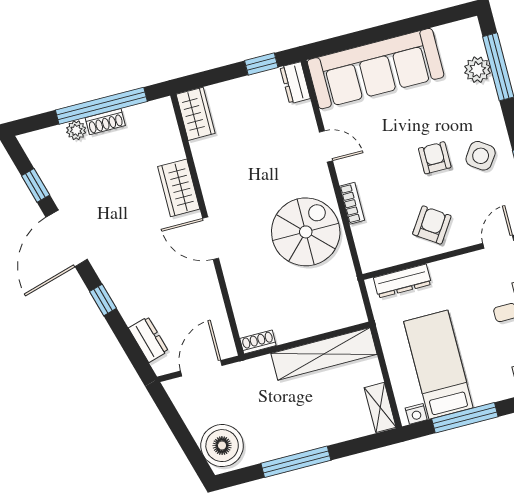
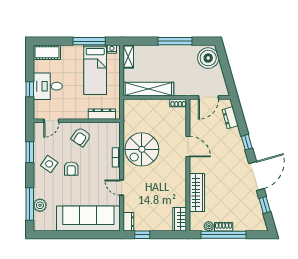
plant: (76, 130) -> (209, 226), moved
wardrobe: (179, 188) -> (197, 193), width x1.50
door: (211, 238) -> (188, 146), moved

